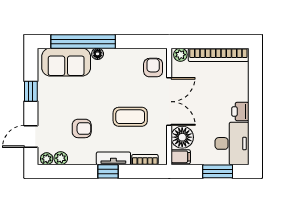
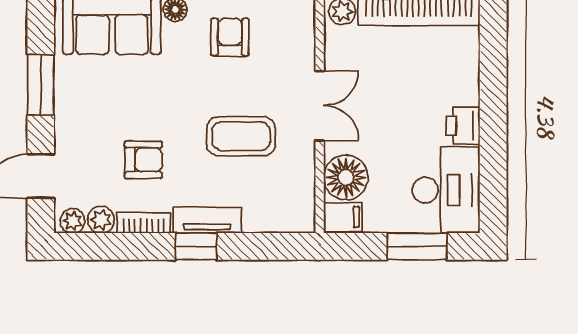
armchair: (153, 68) -> (230, 37), moved
window: (31, 91) -> (41, 85), width x1.50
double door: (169, 102) -> (320, 106), width x0.73
bookcase: (145, 160) -> (144, 223), moved

